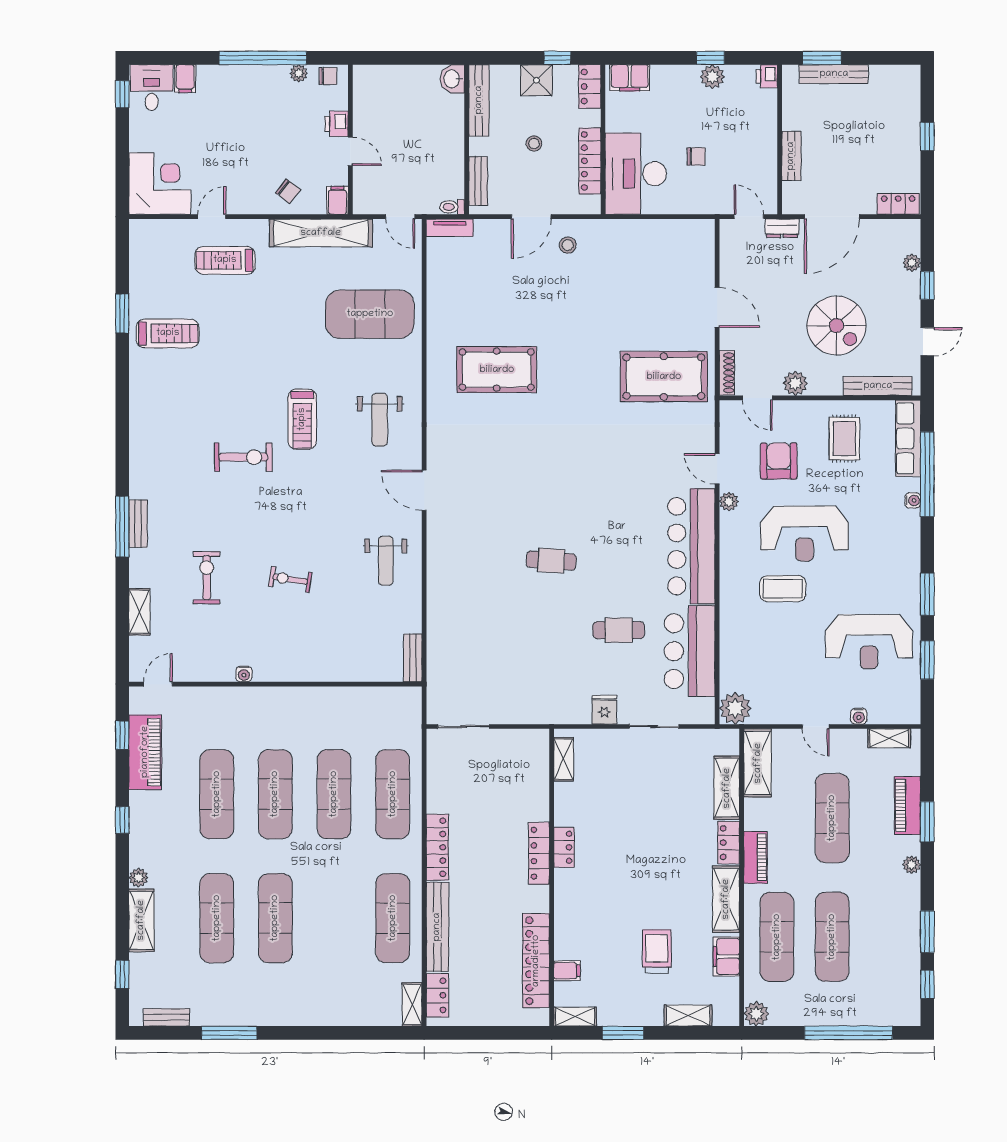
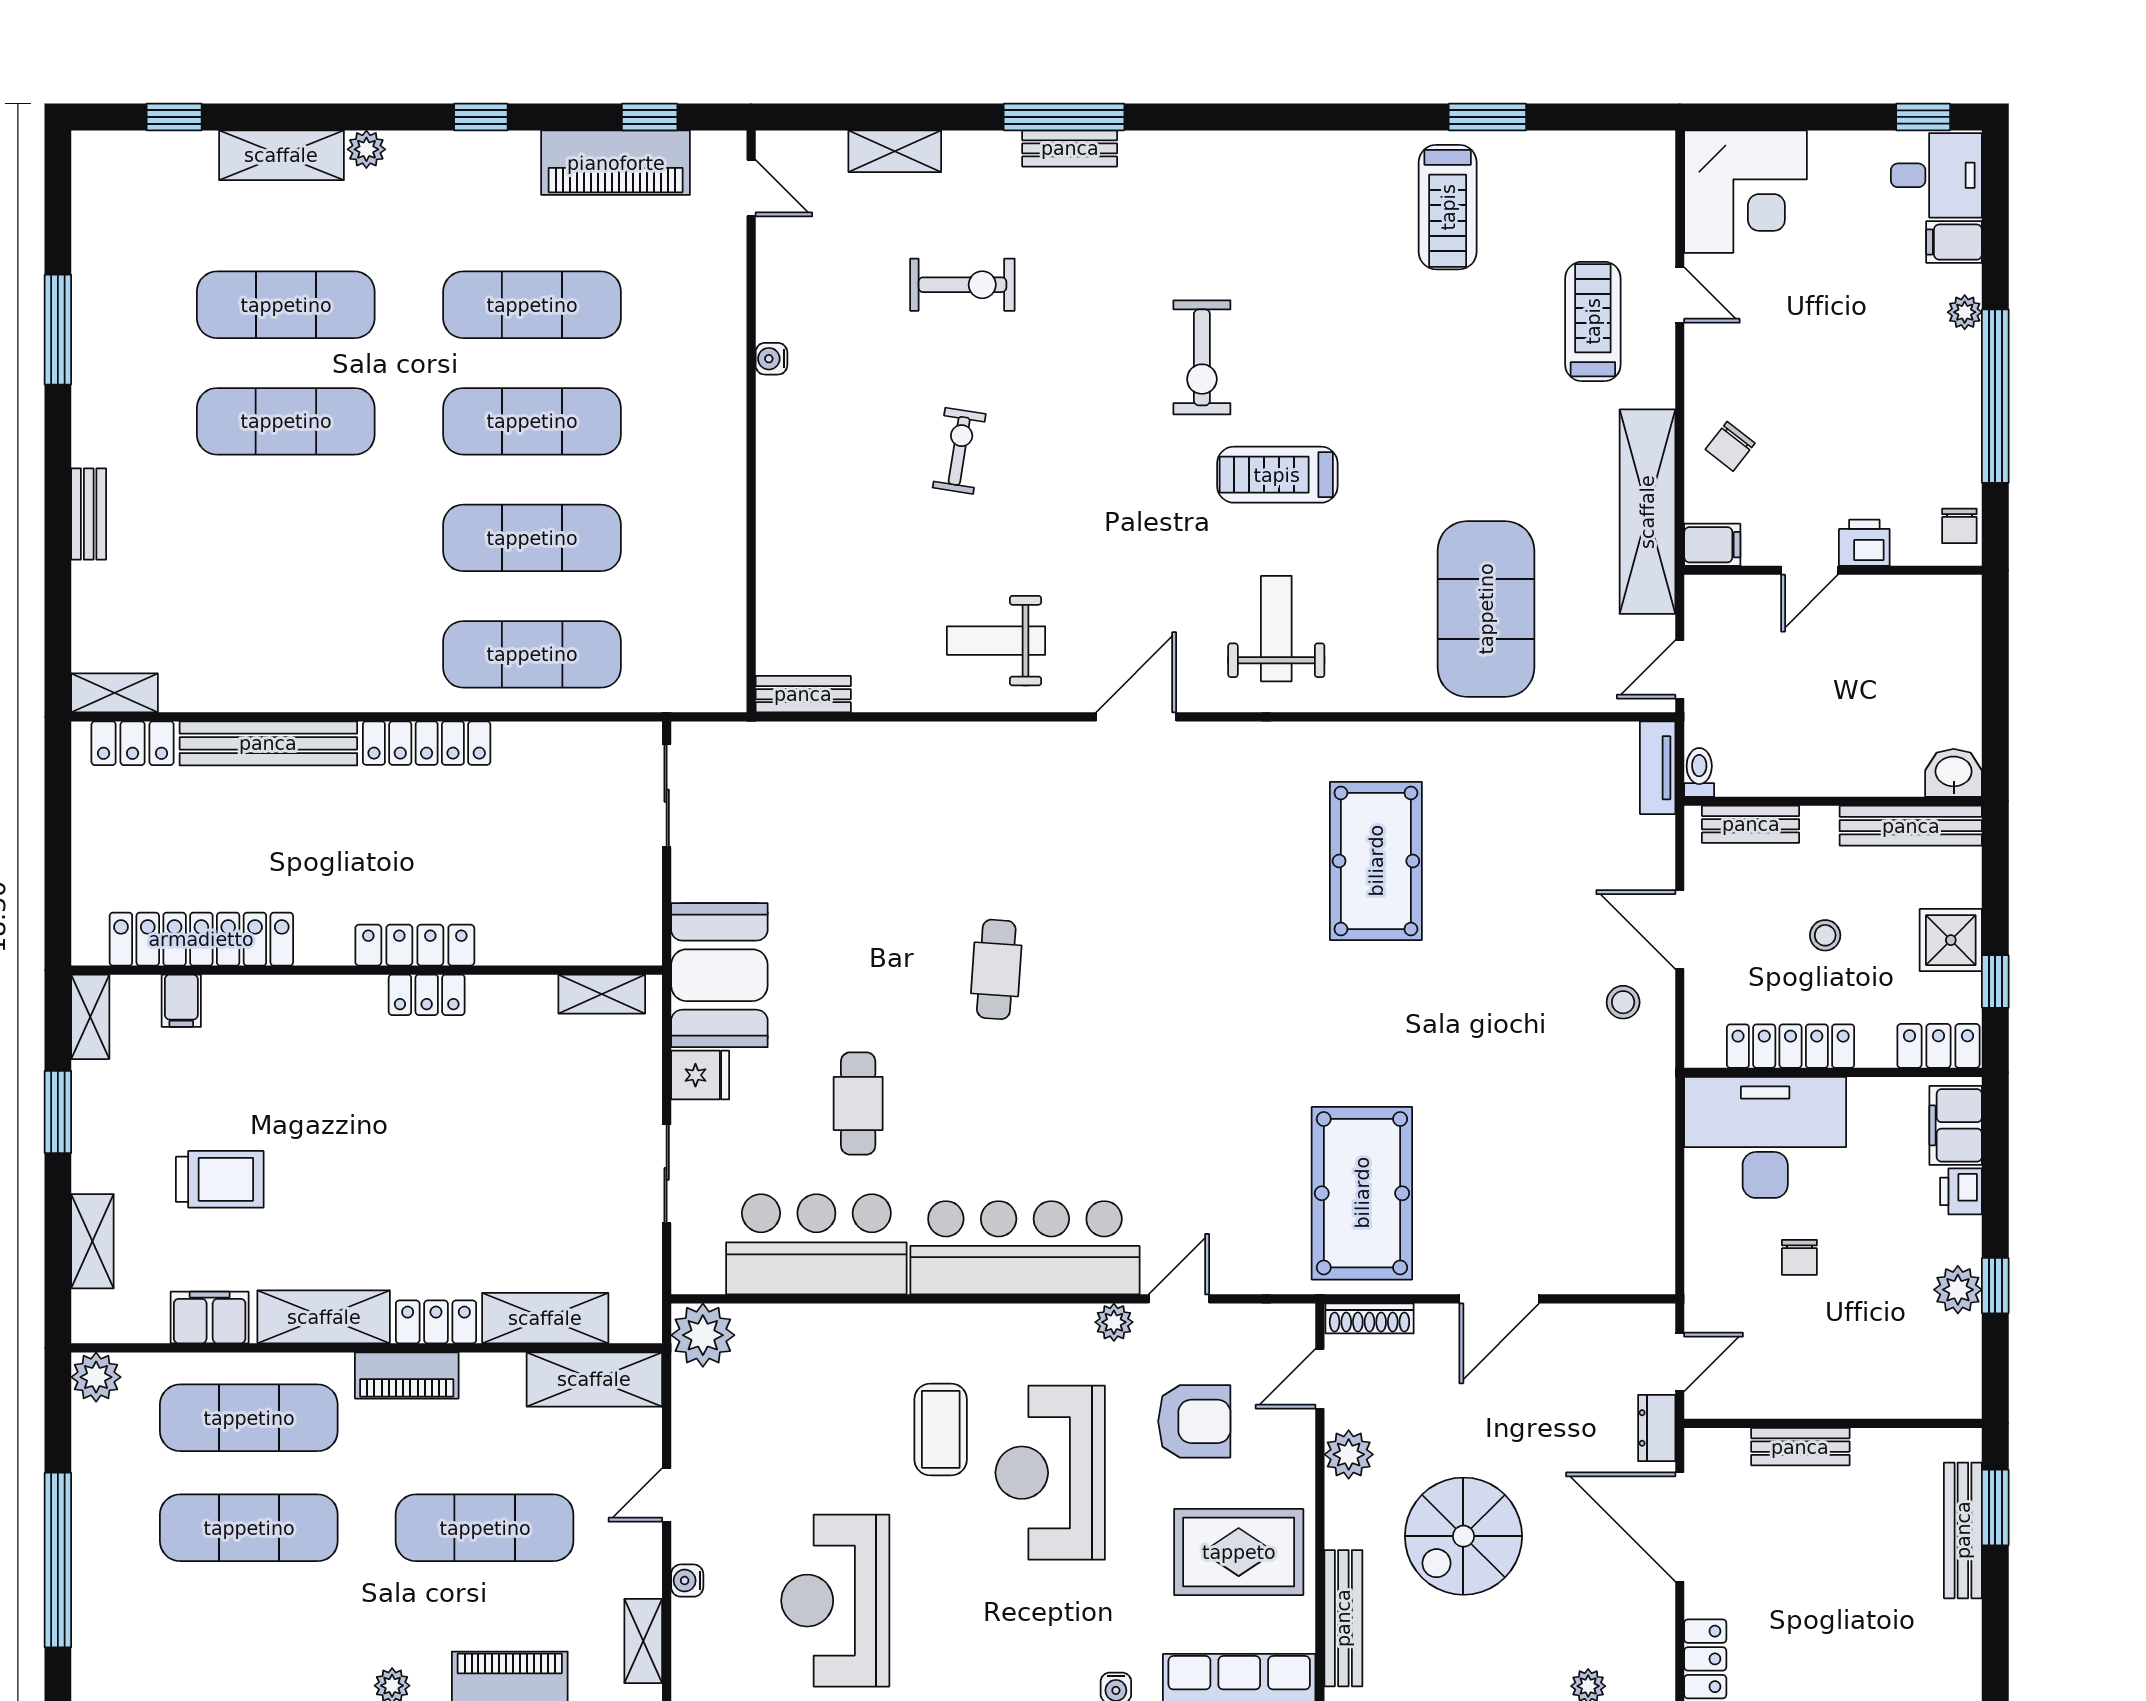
plant: (299, 73) -> (1965, 312), moved
printer: (767, 76) -> (1961, 1191), moved, turned -90
weight bench: (380, 420) -> (1276, 629), turned 90
rug: (844, 439) -> (1239, 1552), width x1.36, depth x1.43
booth: (554, 700) -> (719, 975), added
exercise mat: (393, 918) -> (286, 654), removed
bench: (166, 1017) -> (89, 514), moved

